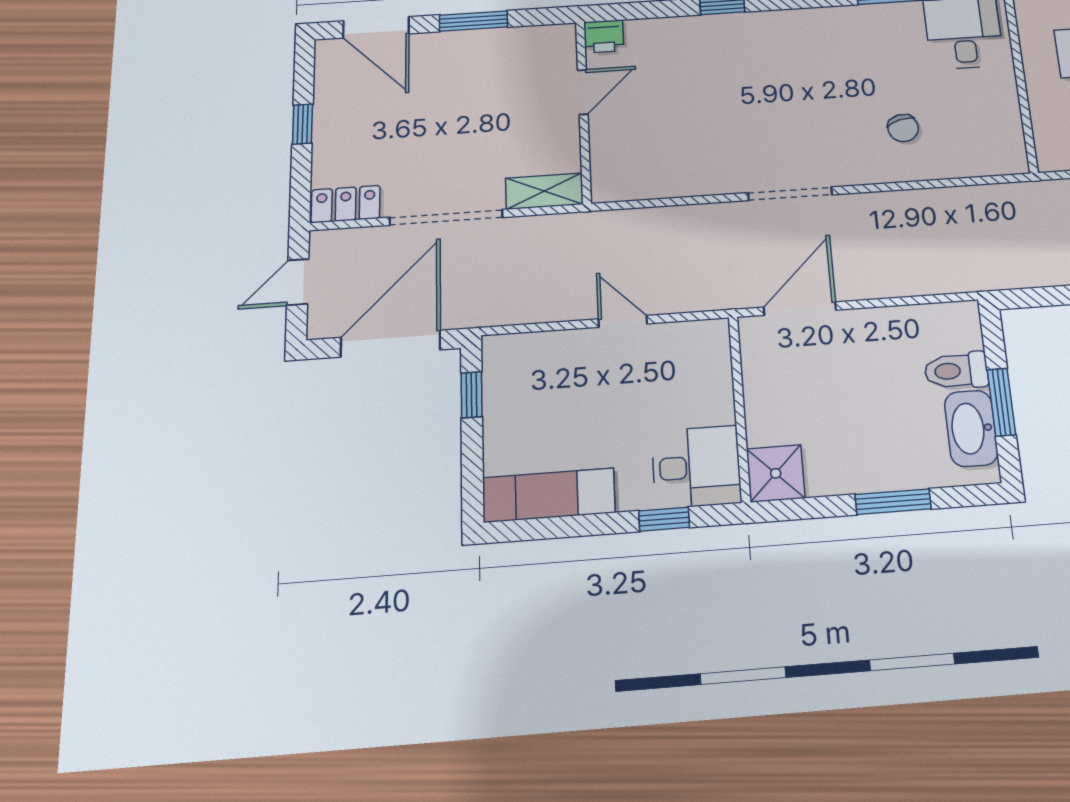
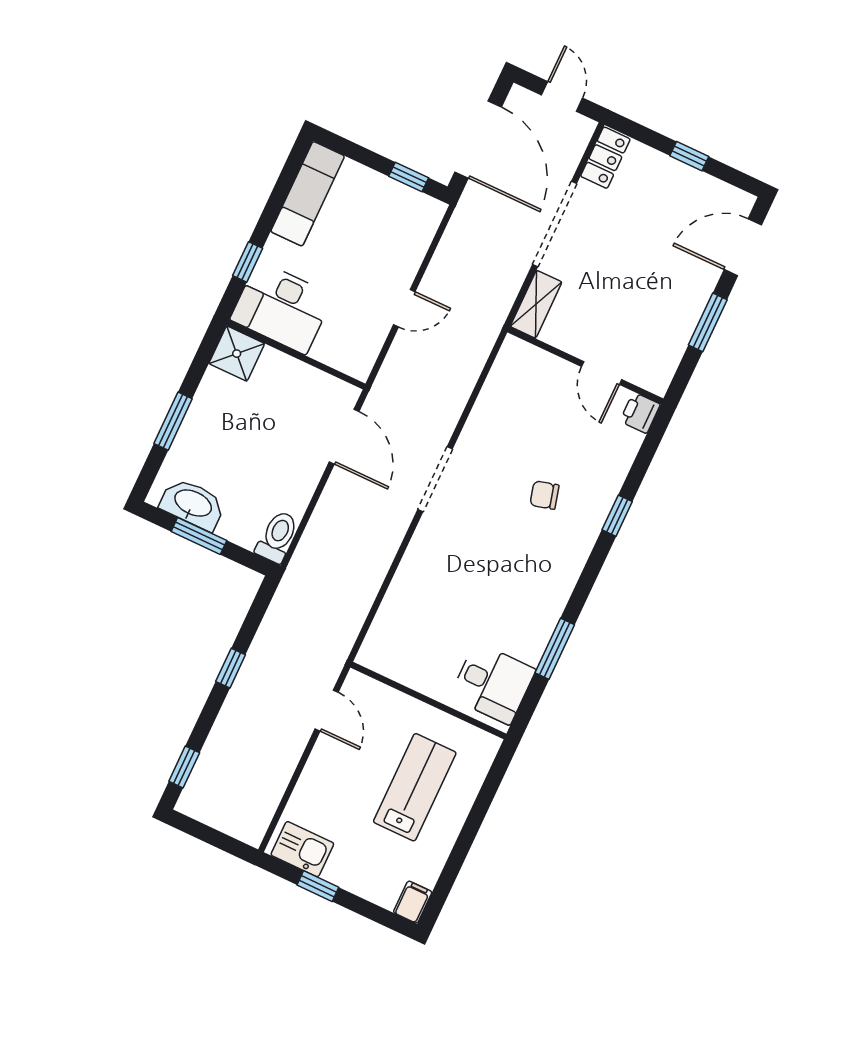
chair: (903, 128) -> (544, 495), moved
toilet: (956, 371) -> (277, 537), moved
desk: (696, 467) -> (282, 308), width x1.37

